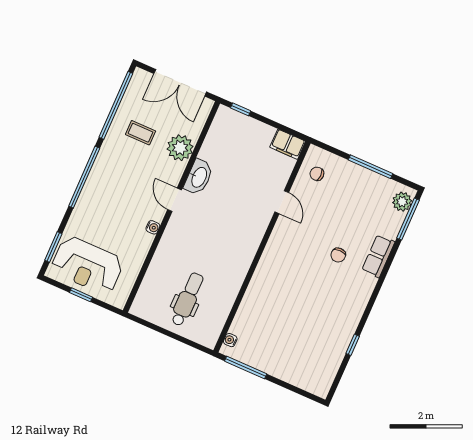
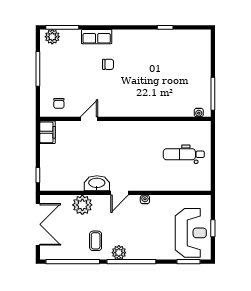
coffee table: (141, 133) -> (96, 241), moved
plant: (102, 167) -> (119, 253), added

